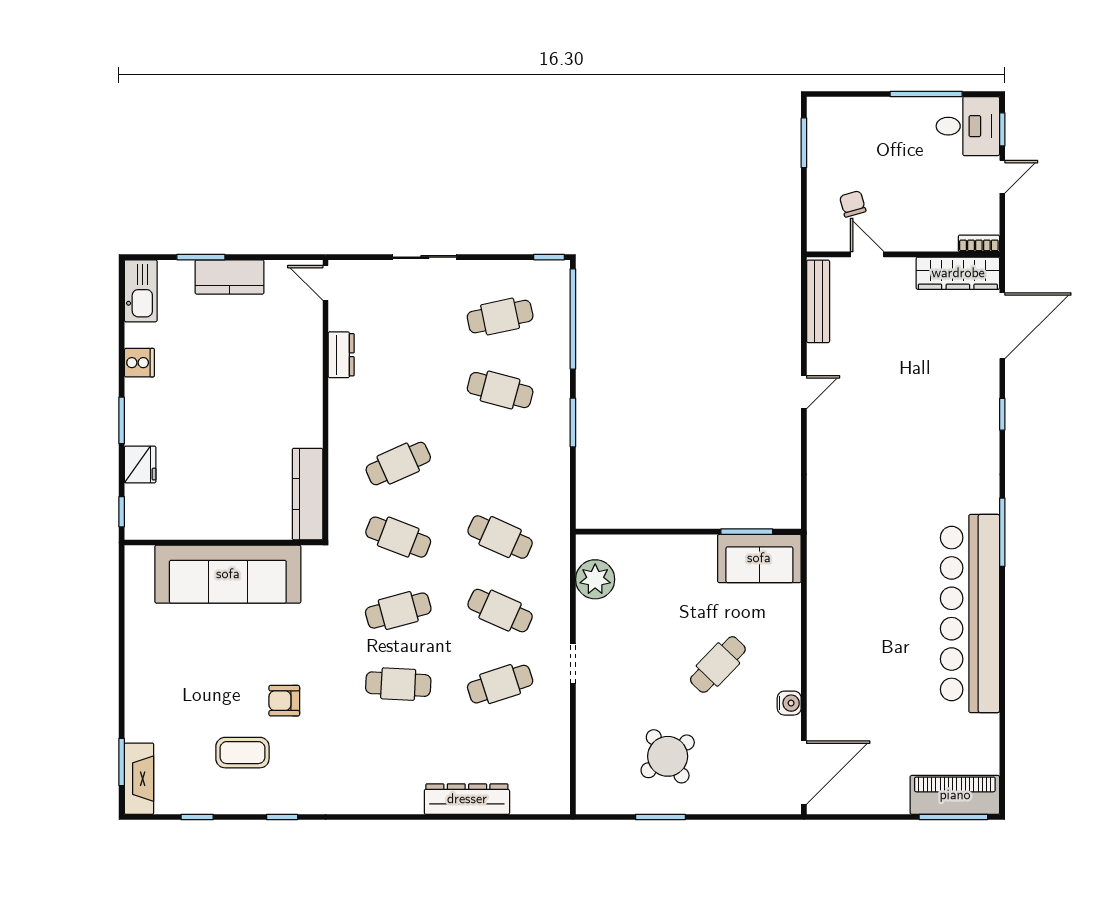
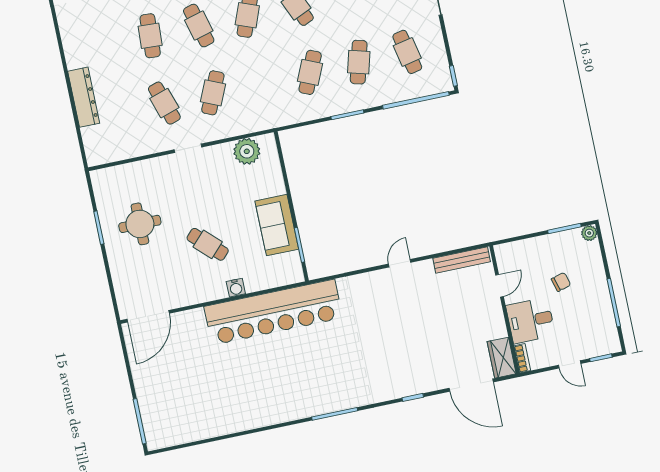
plant: (818, 108) -> (589, 233), added
desk: (968, 126) -> (531, 320), moved, turned 90
chair: (853, 204) -> (561, 282), moved
wardrobe: (958, 273) -> (502, 358), width x0.67
door: (804, 392) -> (400, 263), swing flipped
cafe table: (500, 537) -> (310, 72), moved
sofa: (759, 558) -> (277, 225), moved
bar counter: (970, 614) -> (273, 312), moved, turned 180
water cooler: (789, 703) -> (236, 288), moved
round table: (668, 756) -> (140, 224), turned 36
door: (804, 773) -> (148, 316), hinge flipped
piano: (955, 795) -> (154, 419), removed

